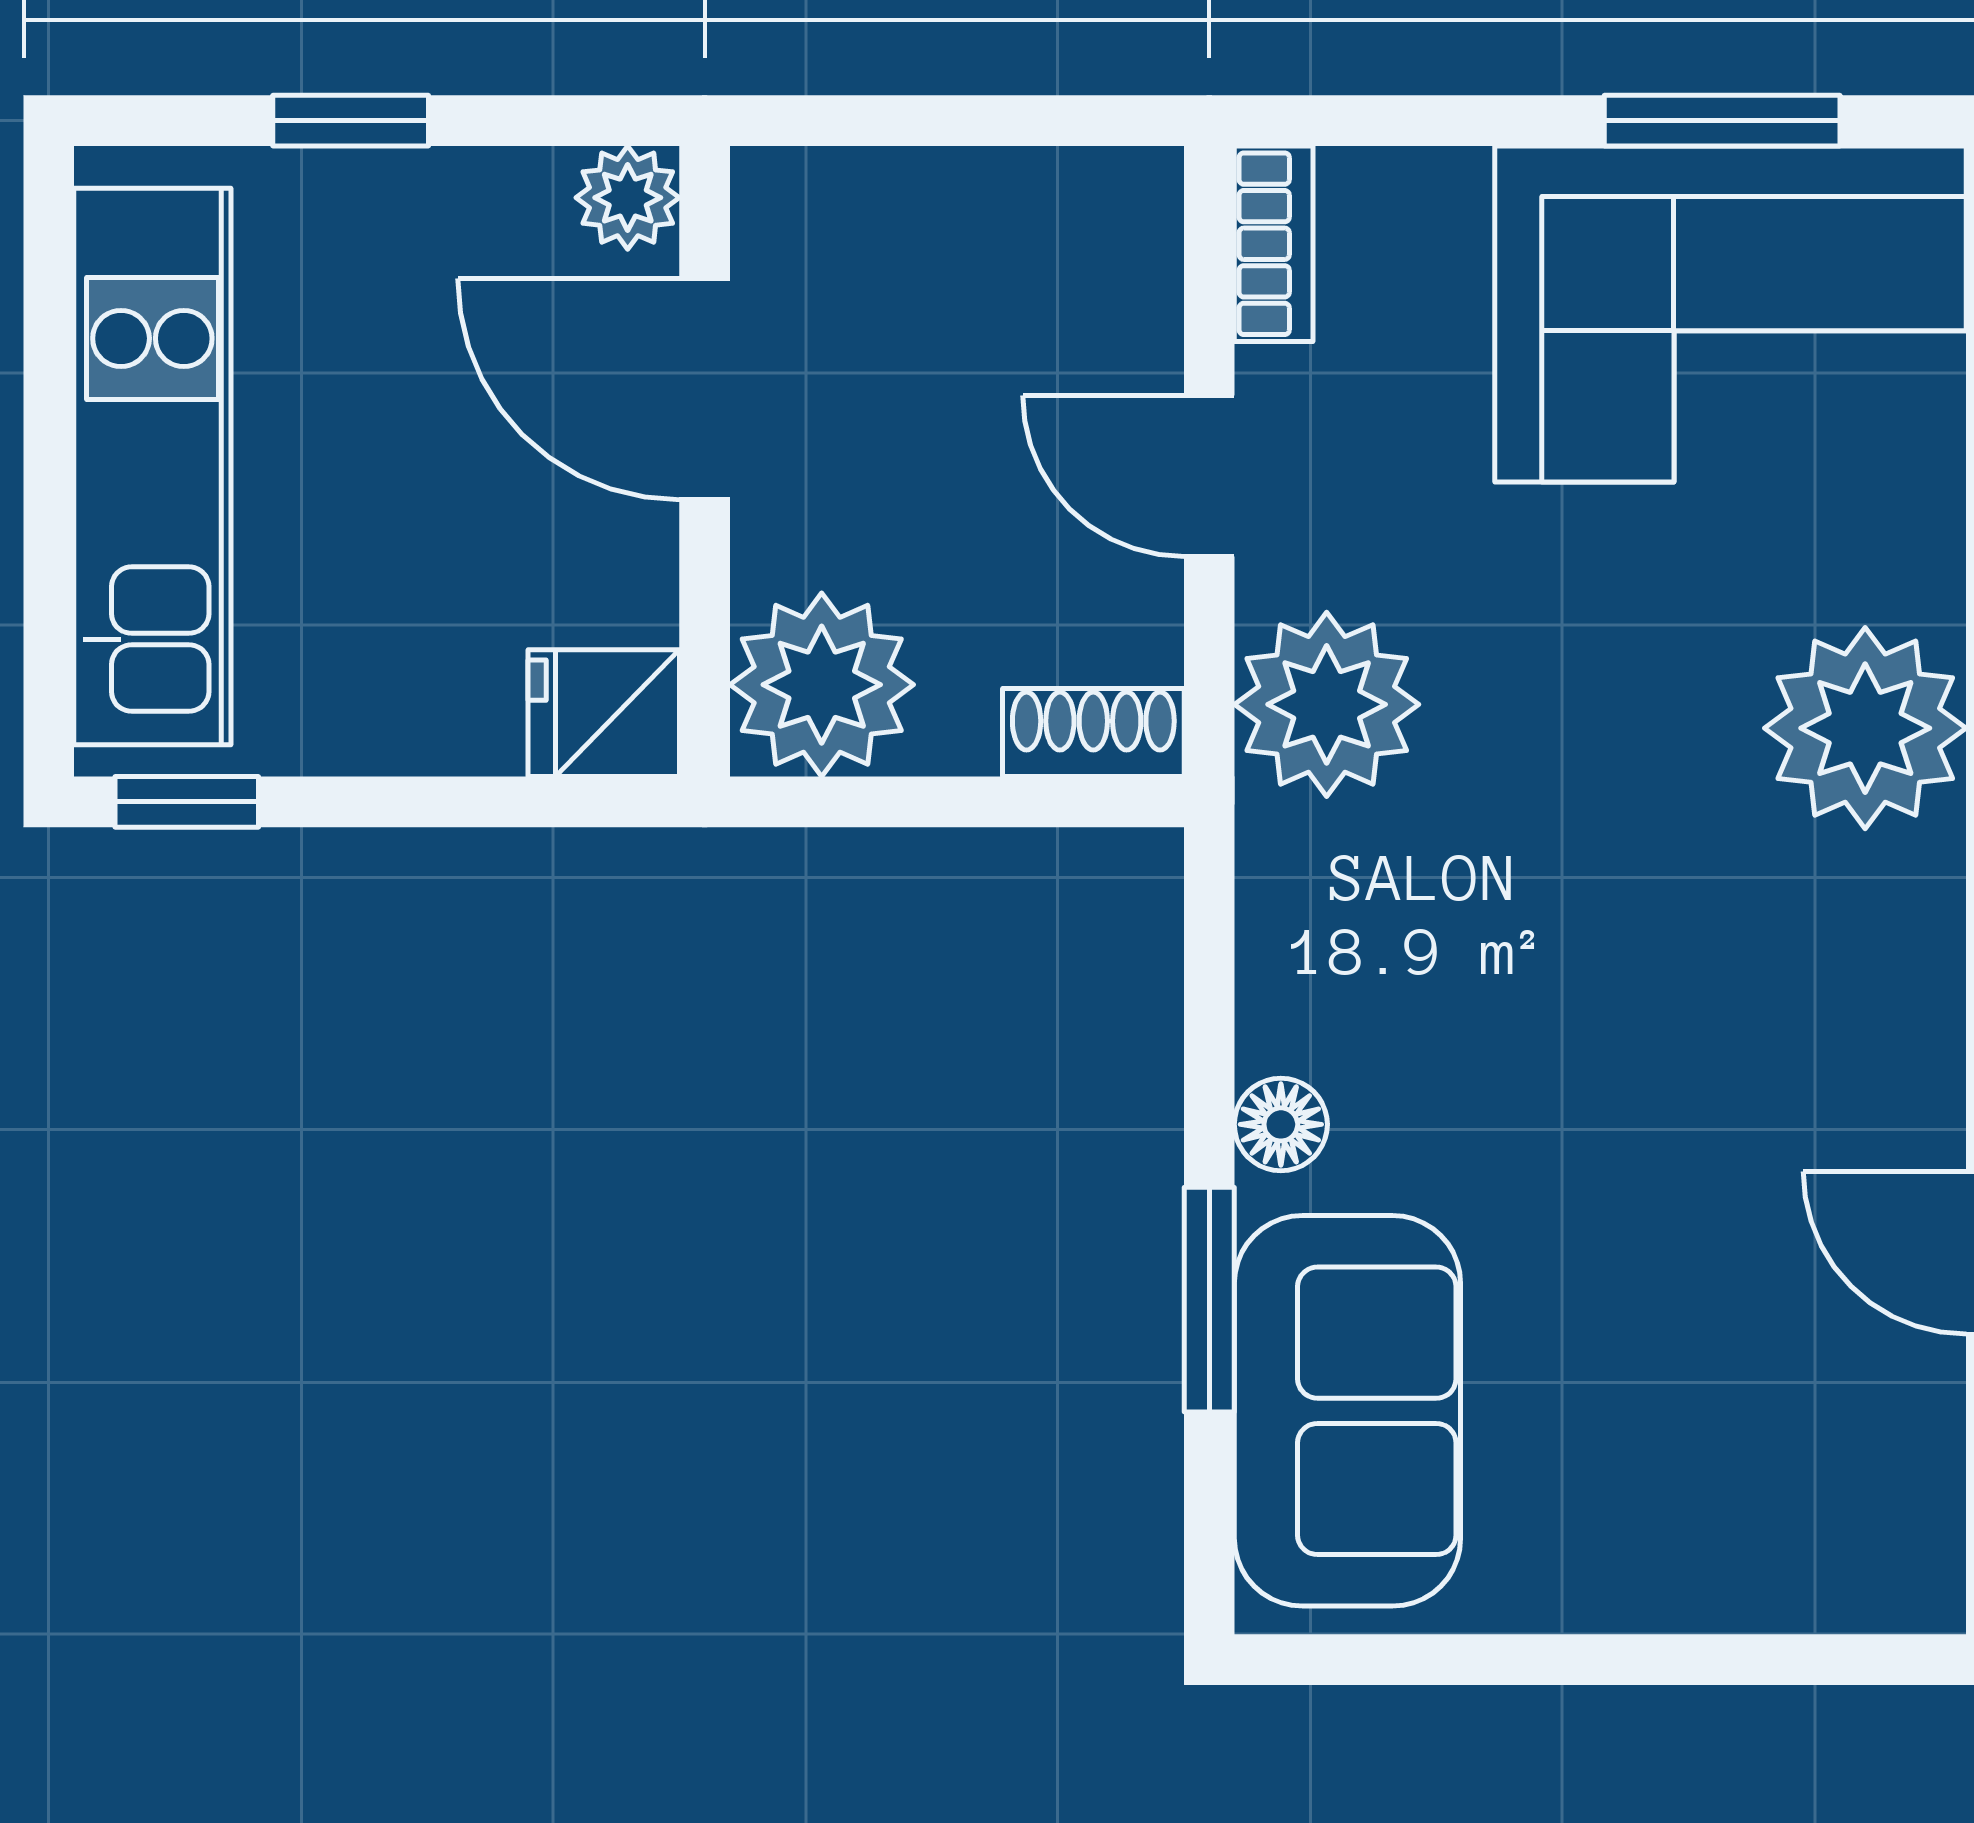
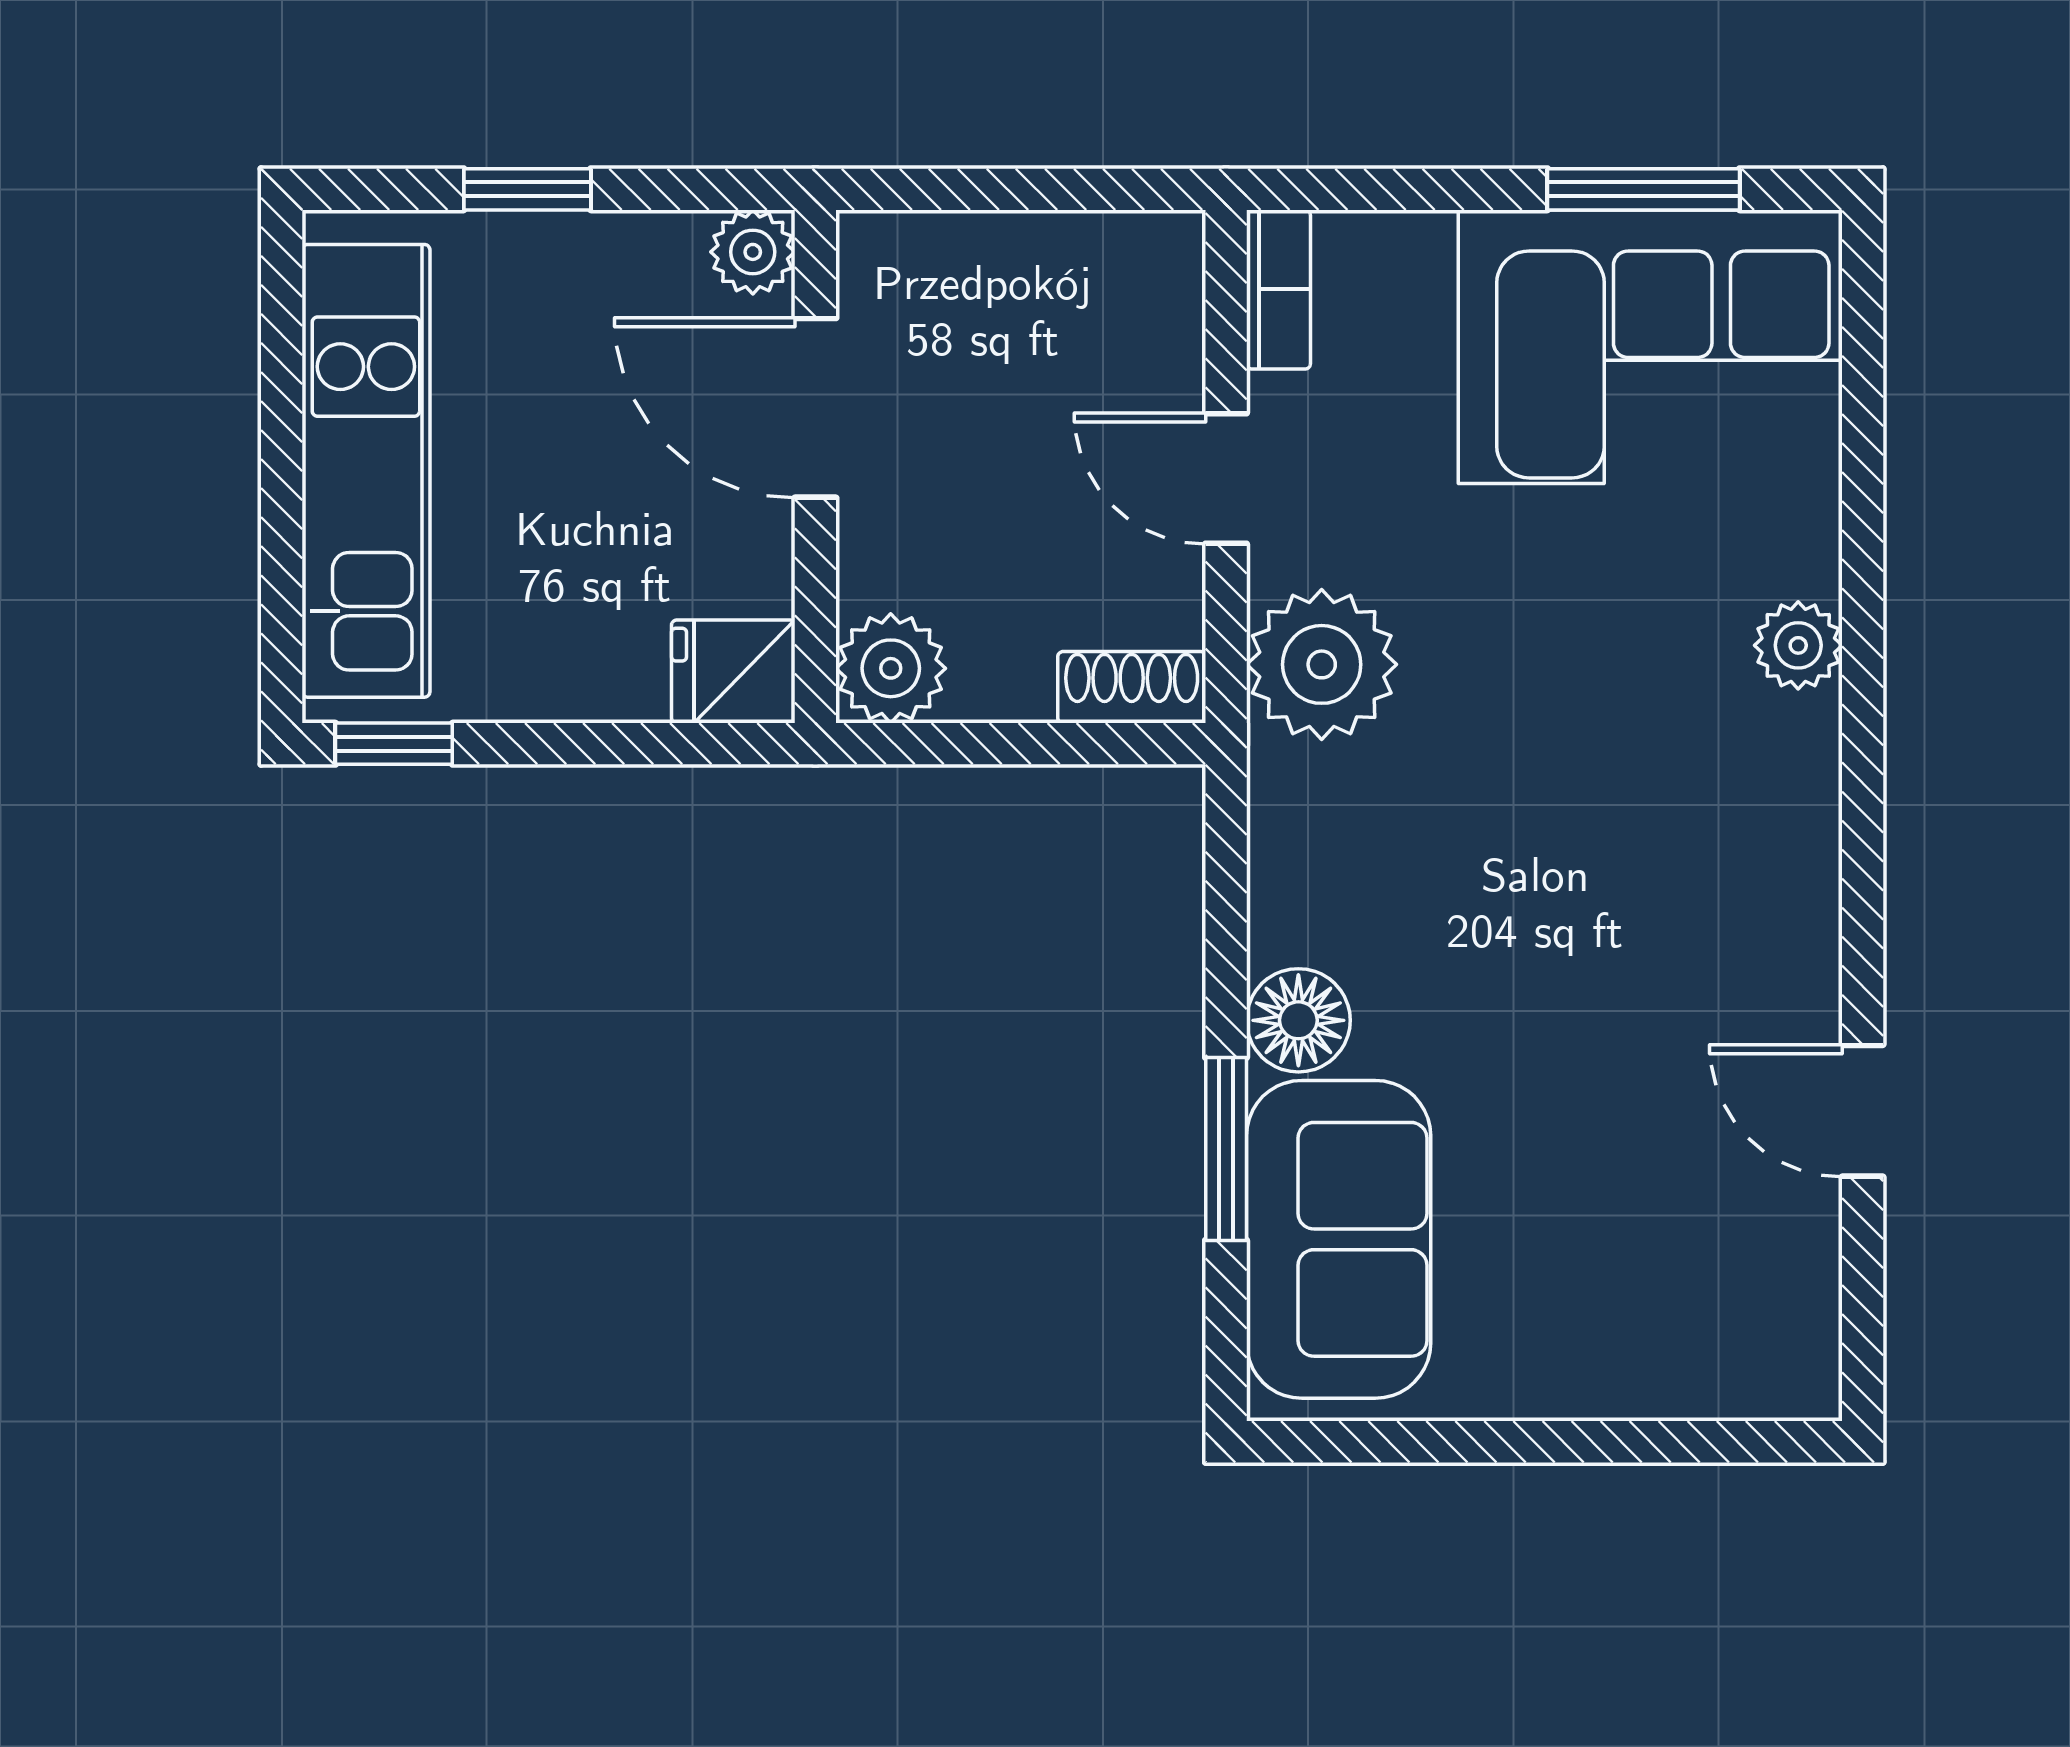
plant: (822, 685) -> (891, 668), width x0.73, depth x0.73
plant: (1865, 728) -> (1798, 645), width x0.53, depth x0.53
floor lamp: (1281, 1124) -> (1298, 1020), width x1.37, depth x1.37

